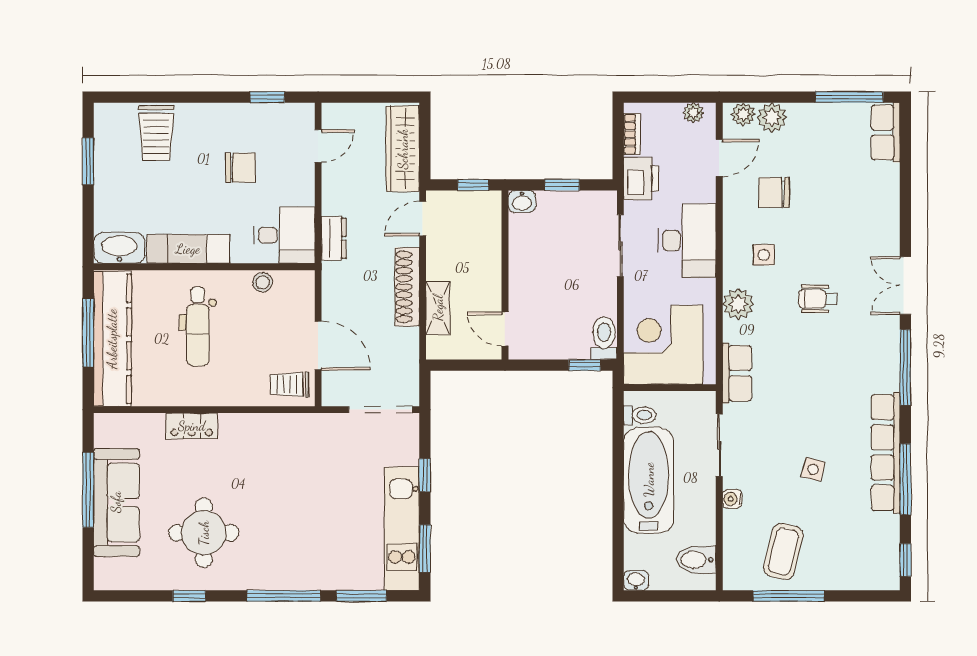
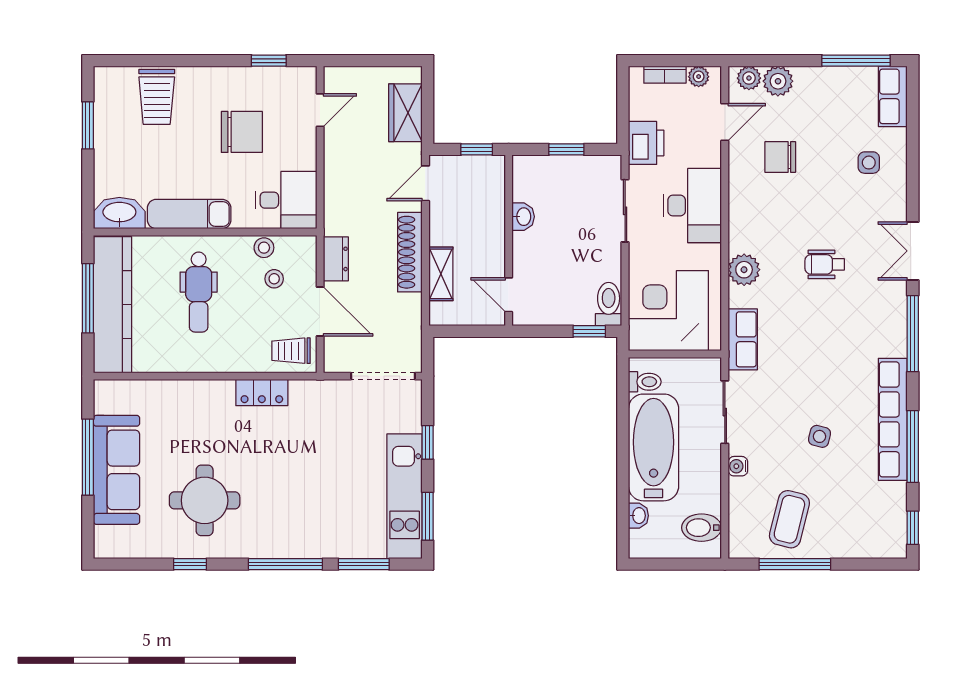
bookcase: (632, 134) -> (665, 75), moved, turned 90
wardrobe: (403, 149) -> (405, 113), width x0.67
chair: (241, 168) -> (242, 132), width x1.37, depth x1.37
washbasin: (522, 201) -> (523, 217), moved, turned -90
dresser: (334, 238) -> (336, 259), moved
side table: (764, 255) -> (869, 163), moved
stool: (273, 313) -> (274, 279), added
locker: (192, 426) -> (262, 393), moved
washbasin: (636, 580) -> (638, 516), moved, turned 90

